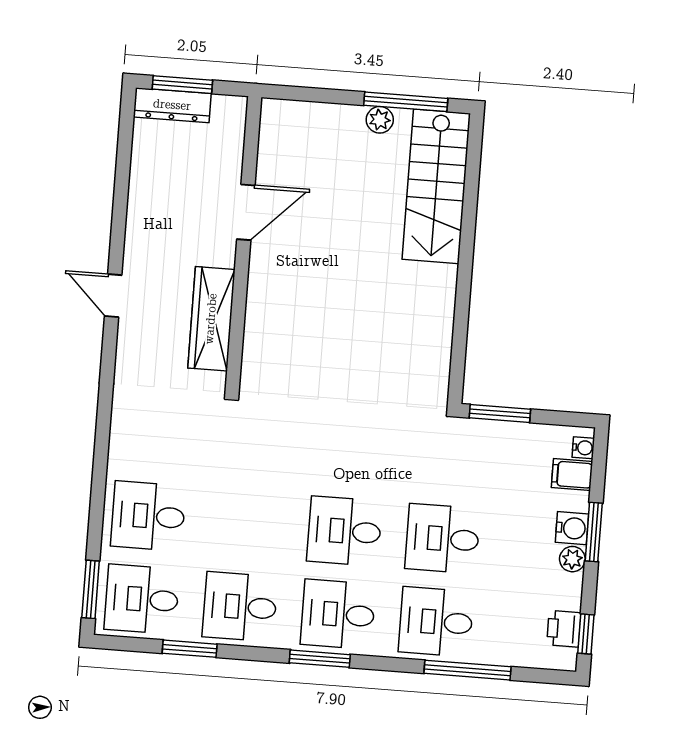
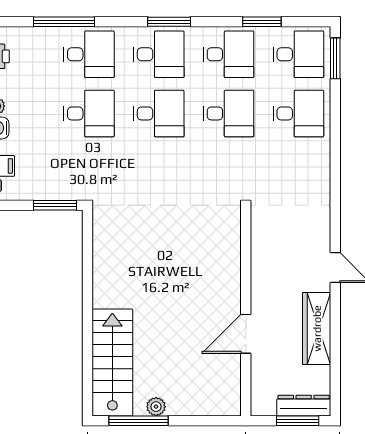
wardrobe: (211, 319) -> (317, 328), moved, turned 180
desk: (246, 524) -> (228, 113), added

